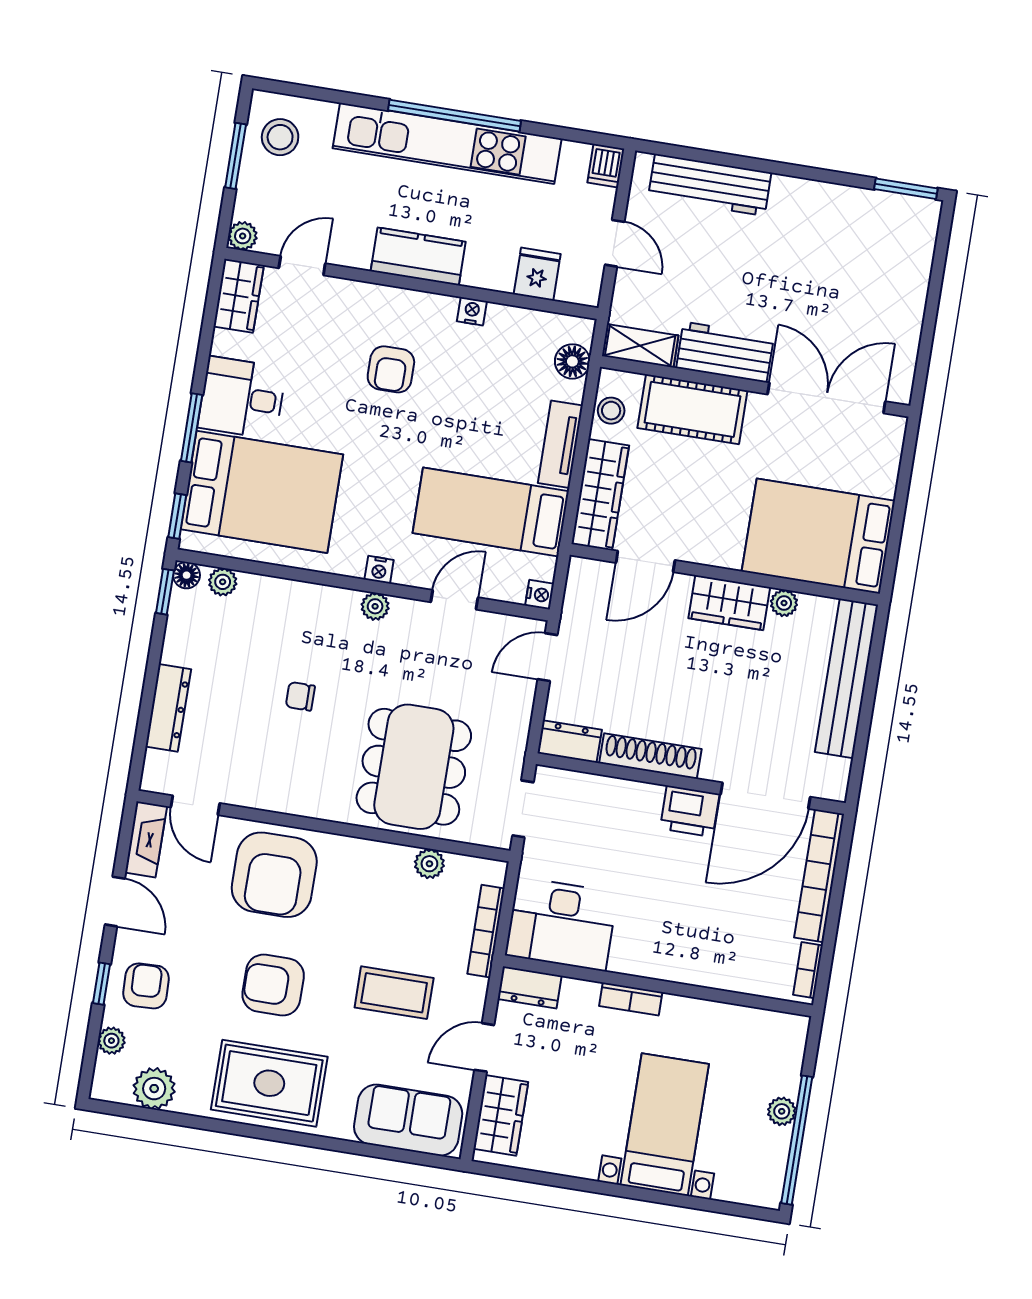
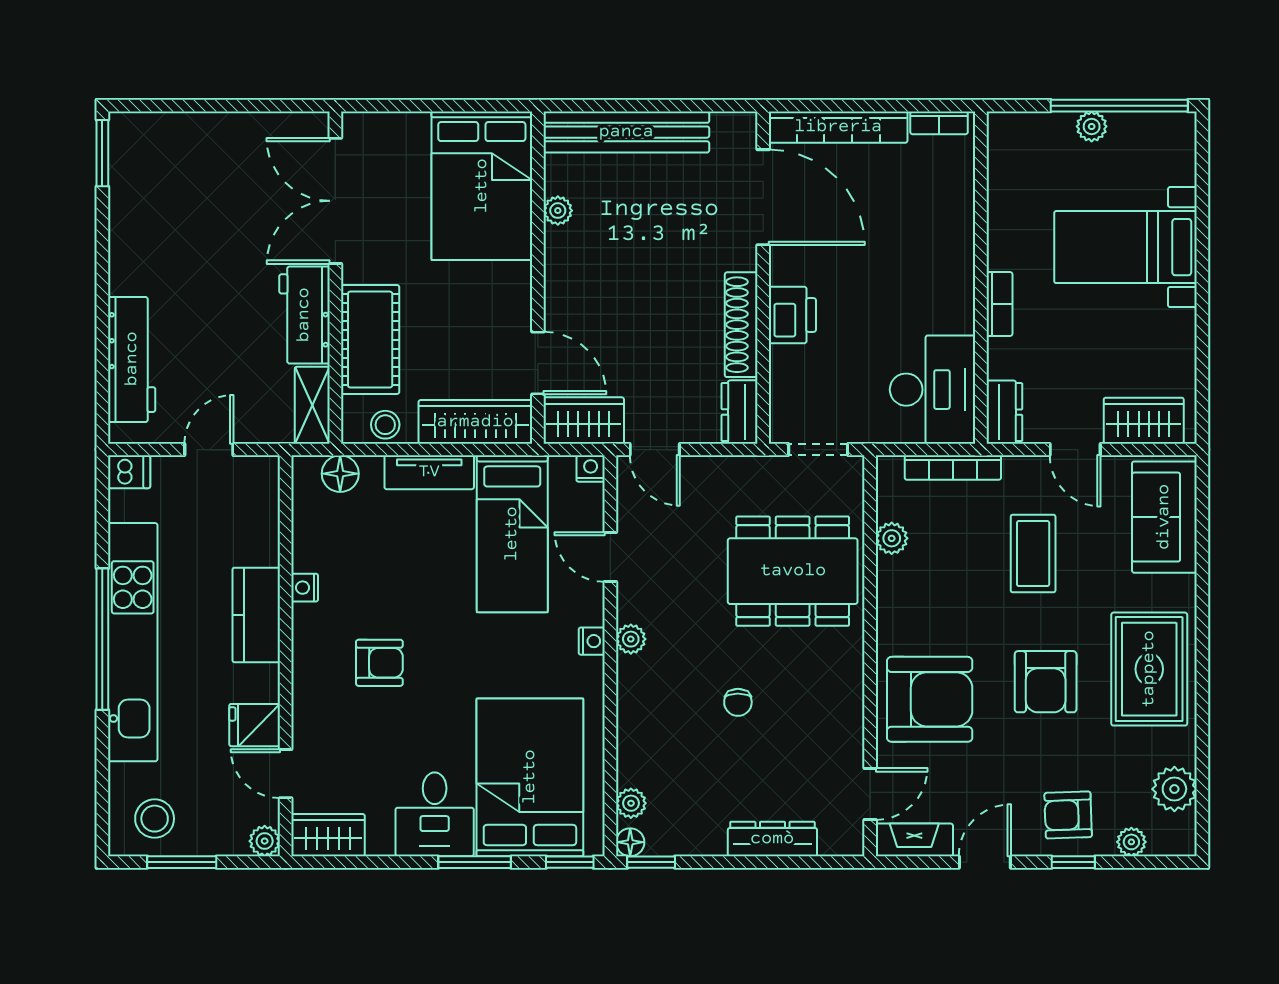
kitchen counter: (418, 256) -> (256, 615), moved
fridge: (537, 274) -> (255, 725), moved
wardrobe: (729, 603) -> (584, 420), moved, turned -90
printer: (690, 811) -> (792, 315), moved

